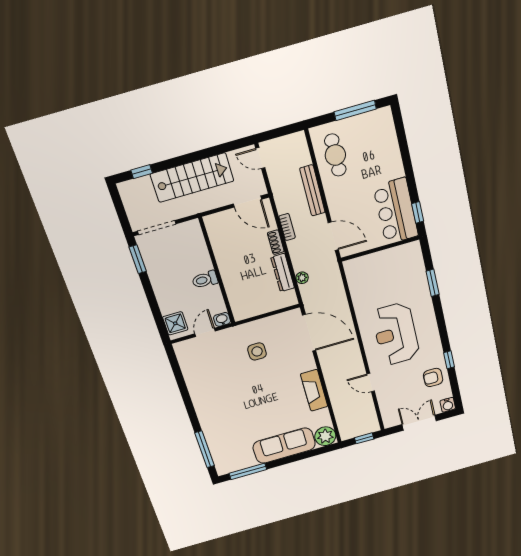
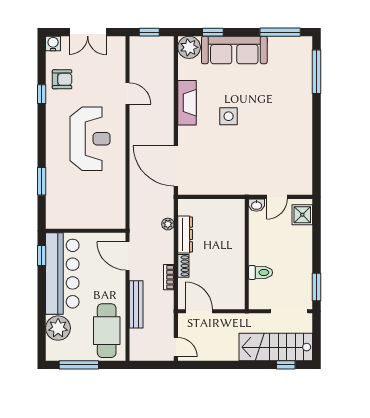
plant: (385, 144) -> (58, 328), added
cafe table: (335, 155) -> (107, 331), width x1.37, depth x1.35
stairs: (192, 178) -> (276, 347), moved
bar counter: (396, 211) -> (62, 274), width x1.36
toilet: (205, 280) -> (261, 272), moved
side table: (257, 351) -> (229, 116), moved
window: (308, 454) -> (213, 32), added

